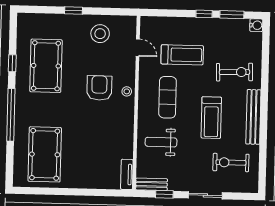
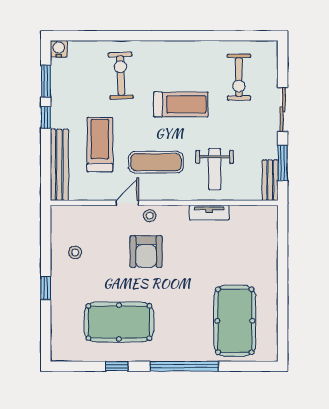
stool: (100, 34) -> (75, 252), width x0.53, depth x0.53
door: (138, 48) -> (127, 203), moved
armchair: (99, 88) -> (146, 252), turned -90
bench: (253, 117) -> (59, 165), moved, turned 90
pool table: (45, 154) -> (235, 321), turned 90
tv unit: (127, 174) -> (209, 213), moved
window: (164, 194) -> (283, 163), width x1.50

